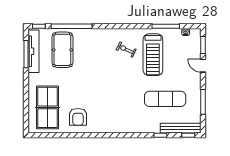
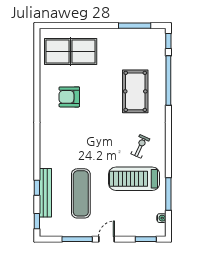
pool table: (62, 50) -> (135, 91), moved, turned 90
tv unit: (34, 51) -> (138, 35), removed
door: (203, 66) -> (107, 239), moved
armchair: (78, 117) -> (69, 97), moved
bench: (181, 128) -> (45, 193), moved

